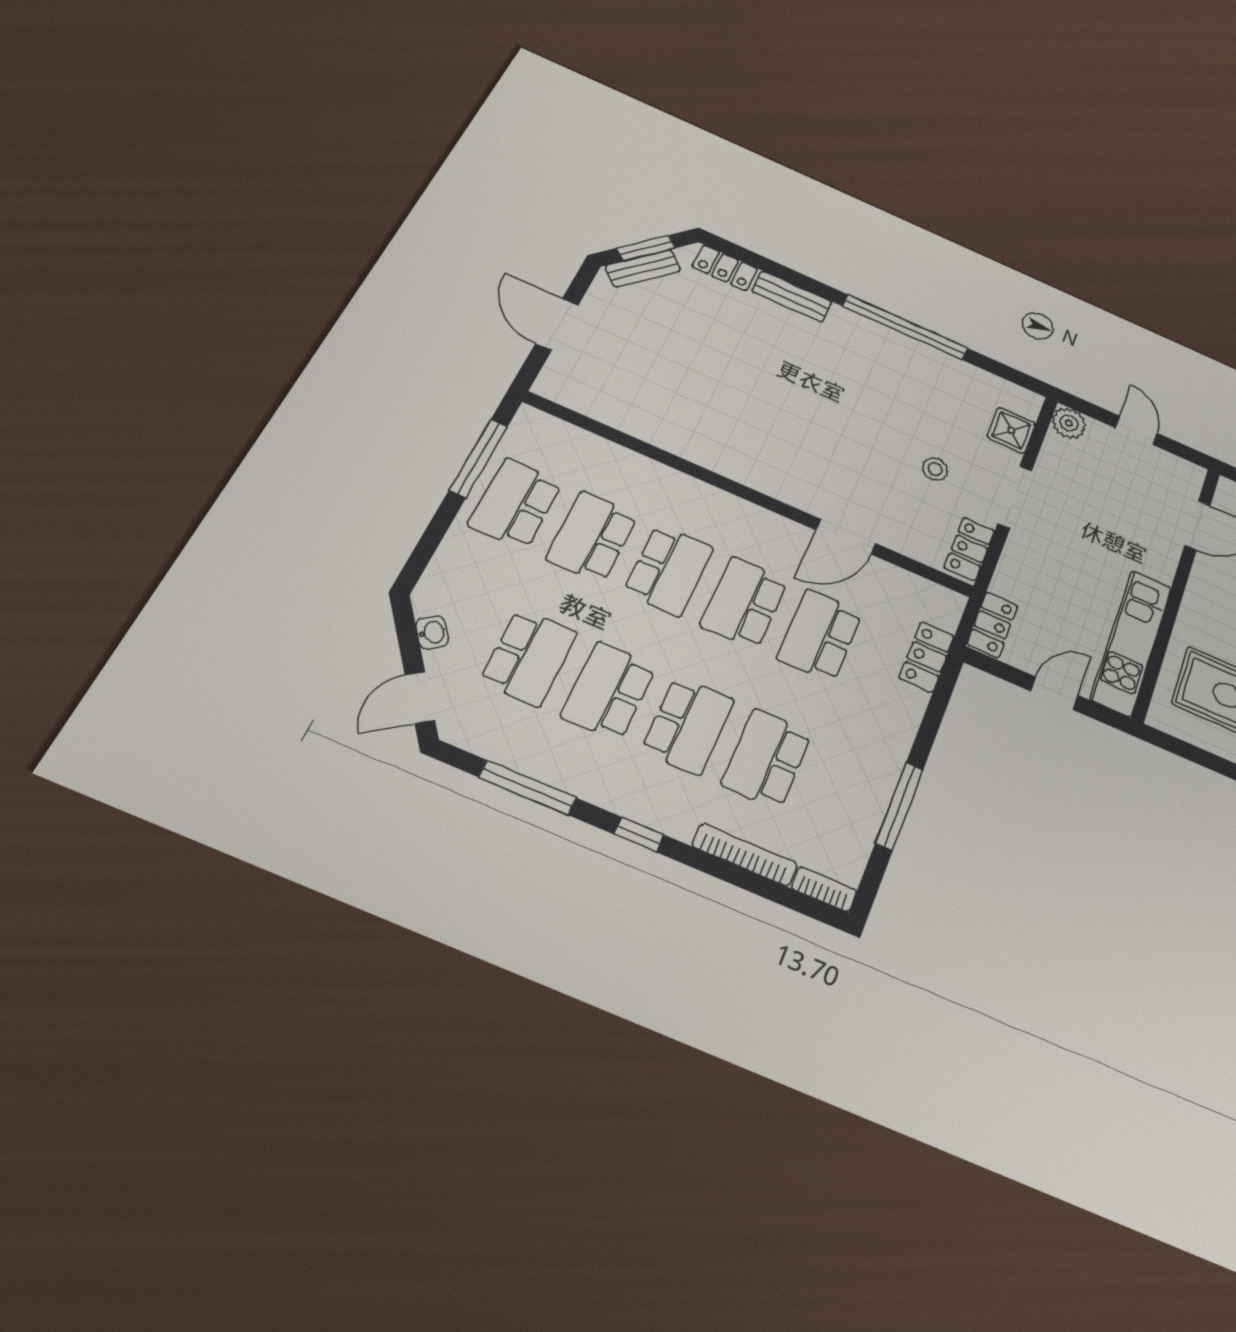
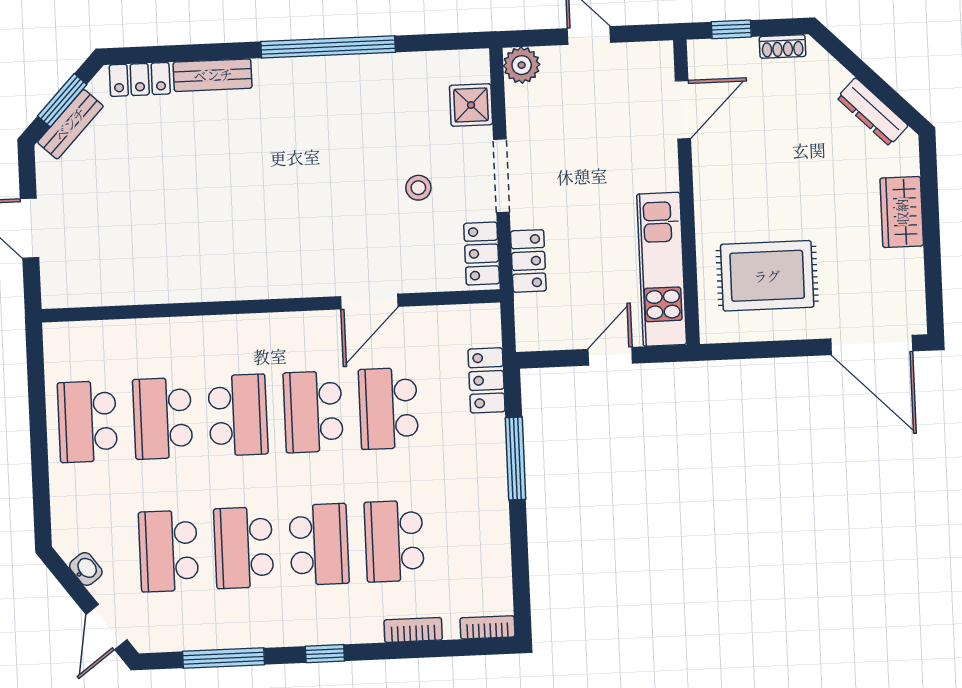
window: (478, 458) -> (37, 396), removed
locker: (992, 625) -> (528, 261), moved
school desk: (529, 657) -> (169, 551), turned 180
window: (899, 806) -> (515, 459), moved
bookcase: (745, 855) -> (413, 630), width x0.64

